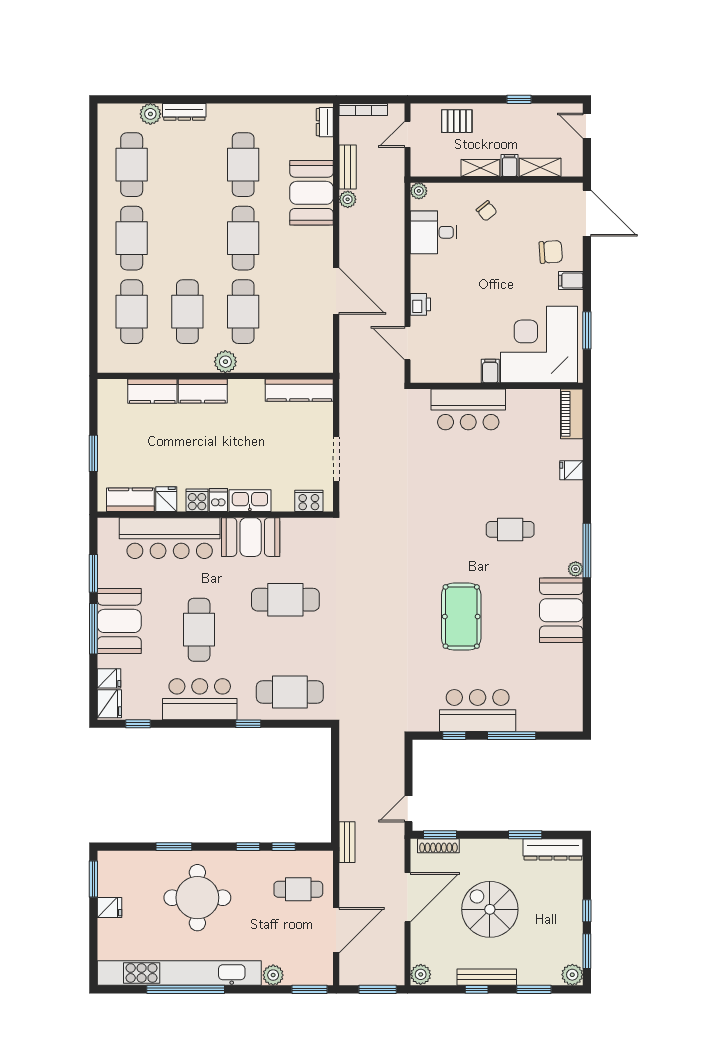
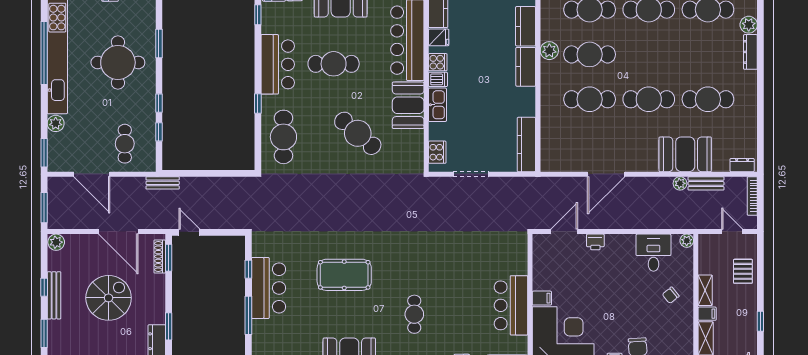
plant: (225, 362) -> (549, 51), moved
bar counter: (468, 409) -> (511, 305), moved
cafe table: (285, 600) -> (358, 133), turned -49

